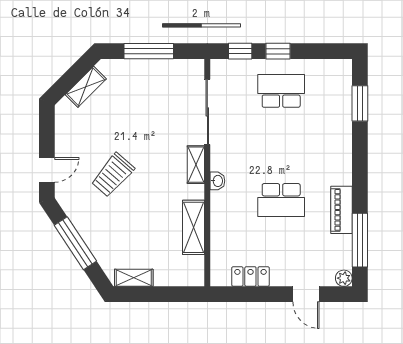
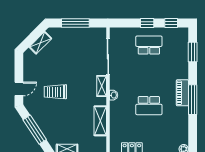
window: (240, 51) -> (171, 23), moved
trolley: (113, 175) -> (55, 92), turned 49
piano: (341, 210) -> (182, 93), moved
window: (360, 240) -> (193, 100), moved

